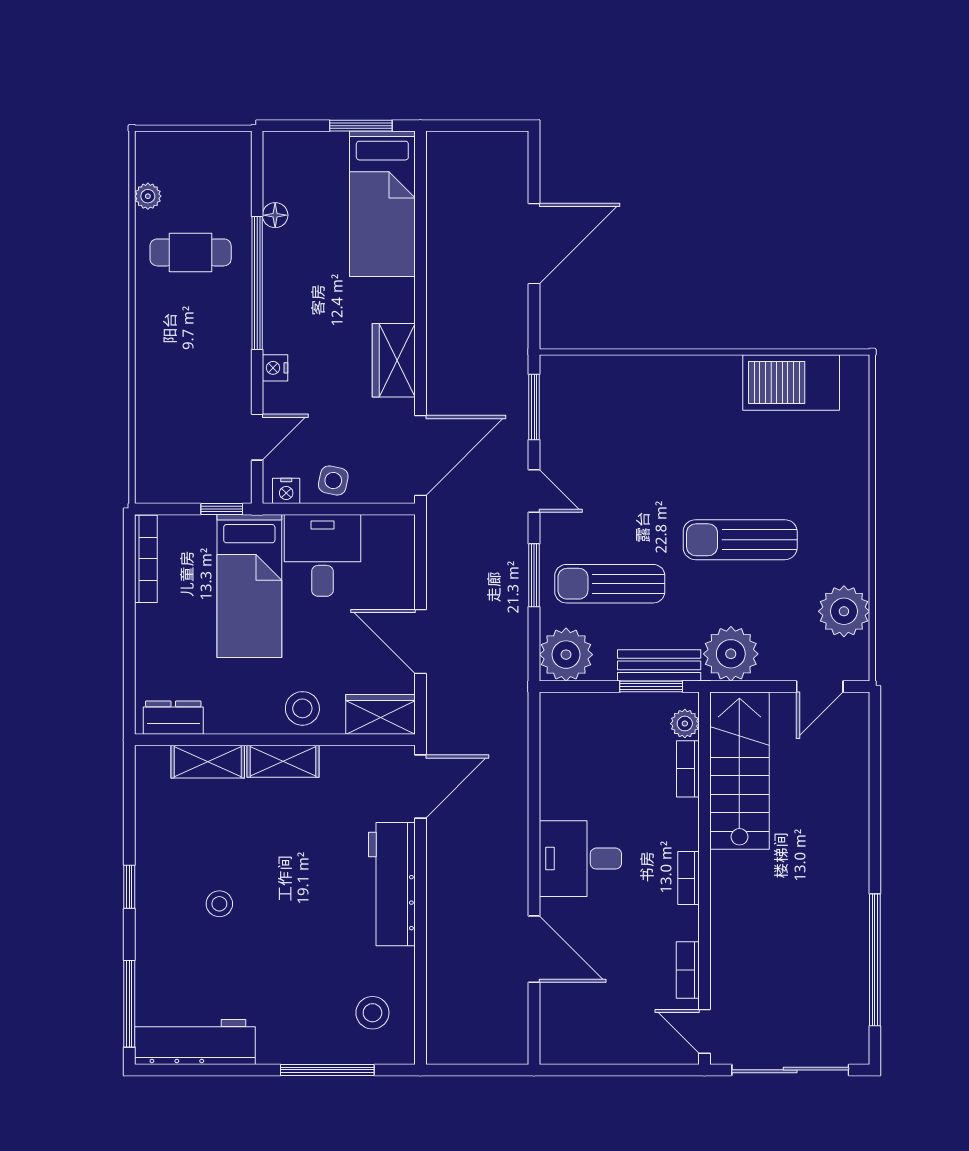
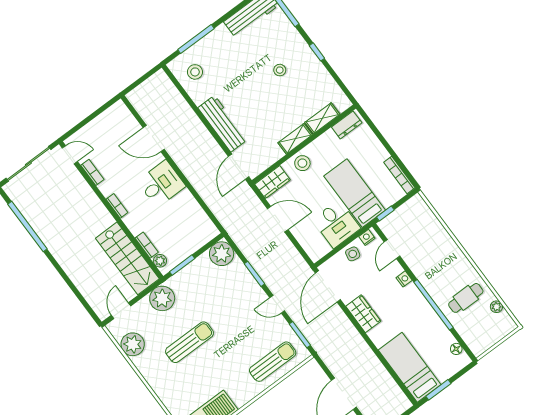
floor lamp: (275, 215) -> (456, 349), moved
sun lounger: (610, 584) -> (273, 362), moved
bench: (659, 665) -> (185, 275), removed

